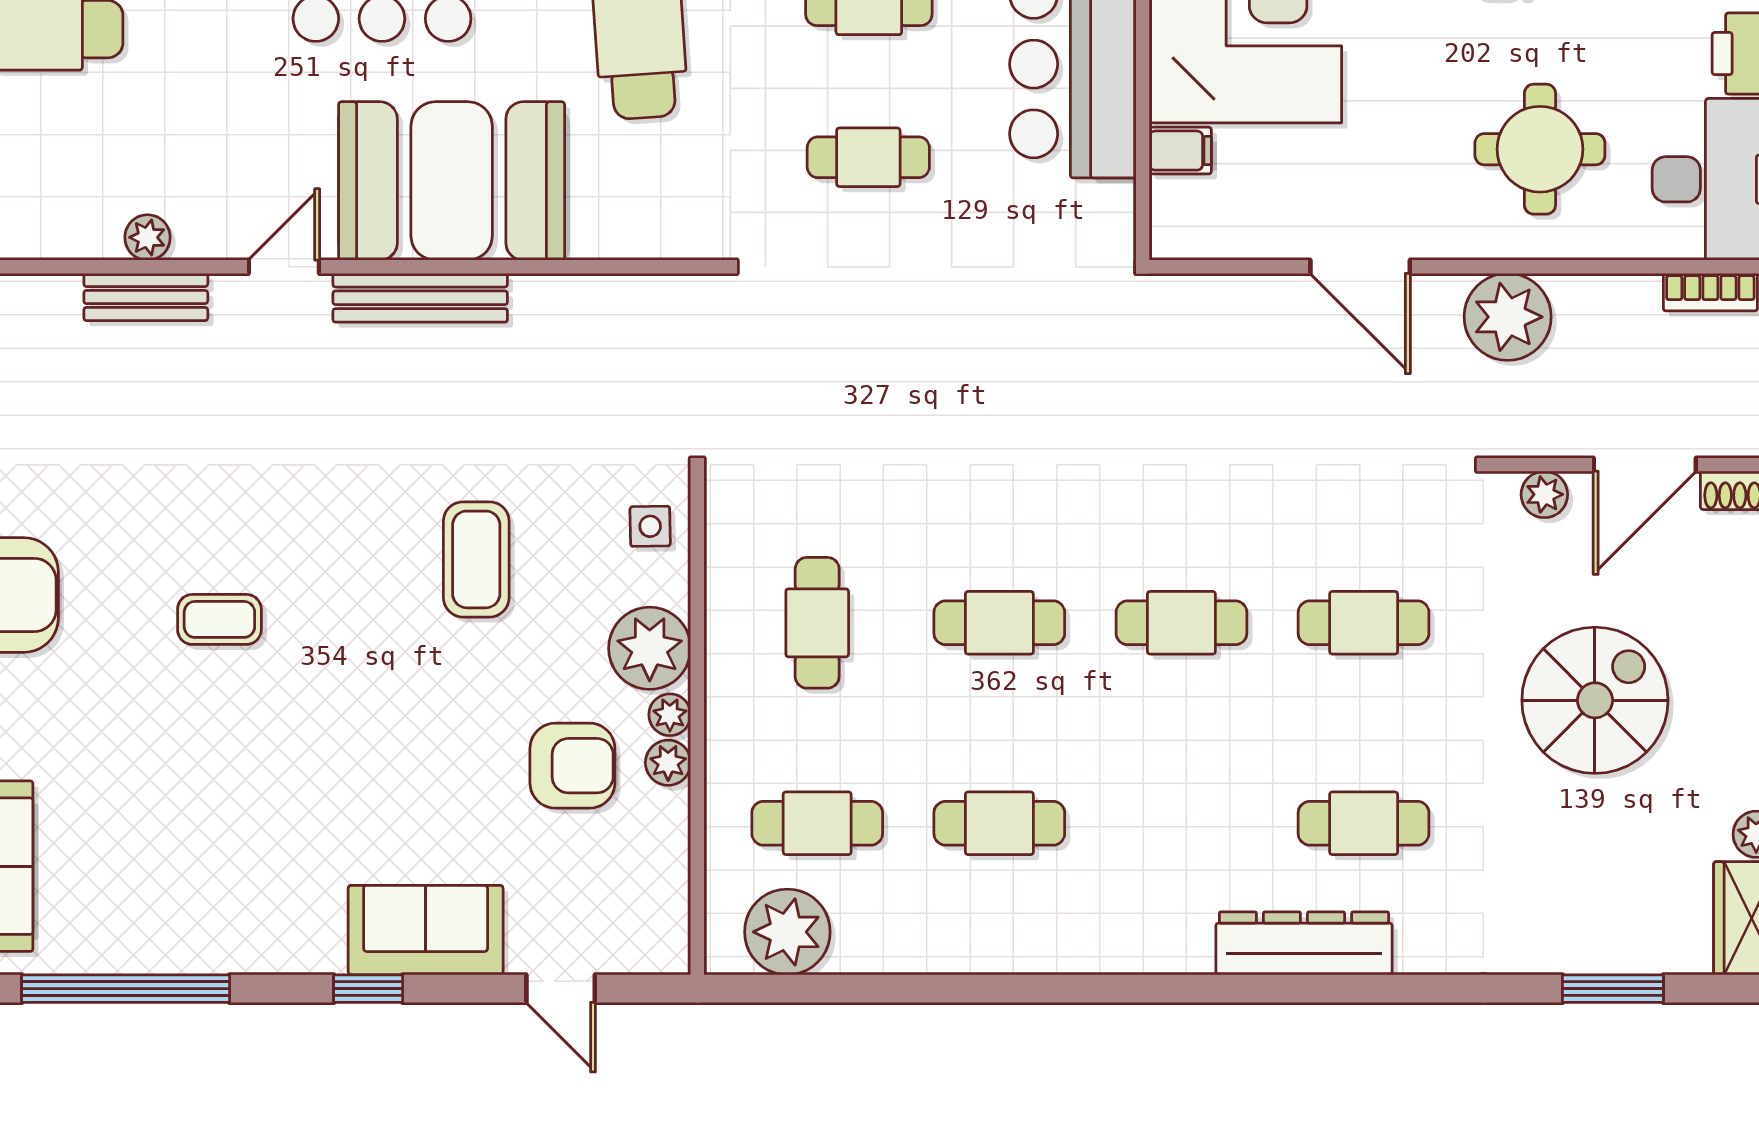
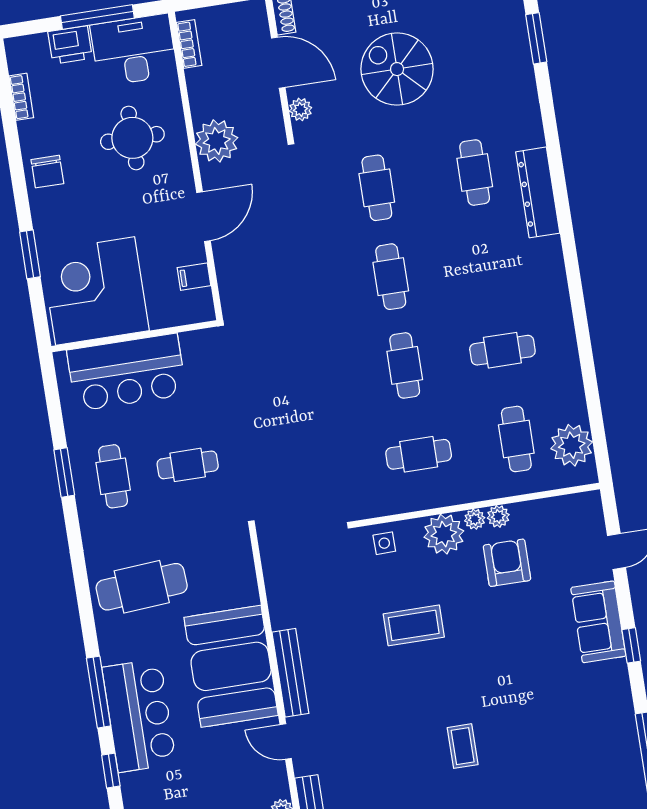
filing cabinet: (1180, 151) -> (194, 277), moved, turned -90
cafe table: (868, 157) -> (188, 465), turned 90
cafe table: (999, 823) -> (502, 350), turned 90

